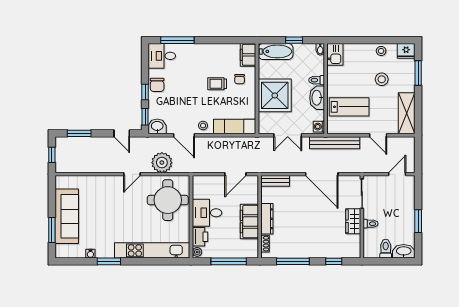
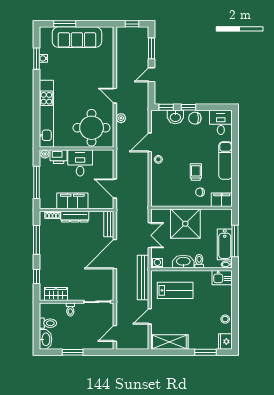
window: (177, 40) -> (235, 136), removed
window: (294, 40) -> (235, 241), width x2.17
bathtub: (276, 51) -> (225, 244), moved
stool: (382, 79) -> (200, 320), removed
lab bench: (349, 107) -> (175, 290), turned -90
washbasin: (157, 126) -> (175, 117), moved, turned 90
exam couch: (235, 127) -> (225, 160), moved, turned 180
door: (122, 133) -> (151, 75), moved
double door: (288, 135) -> (150, 235), swing flipped
plant: (162, 163) -> (121, 118), width x0.53, depth x0.53
door: (322, 174) -> (115, 254), moved
door: (397, 174) -> (115, 333), swing flipped
wardrobe: (353, 221) -> (56, 294), moved
window: (109, 261) -> (36, 59), moved

